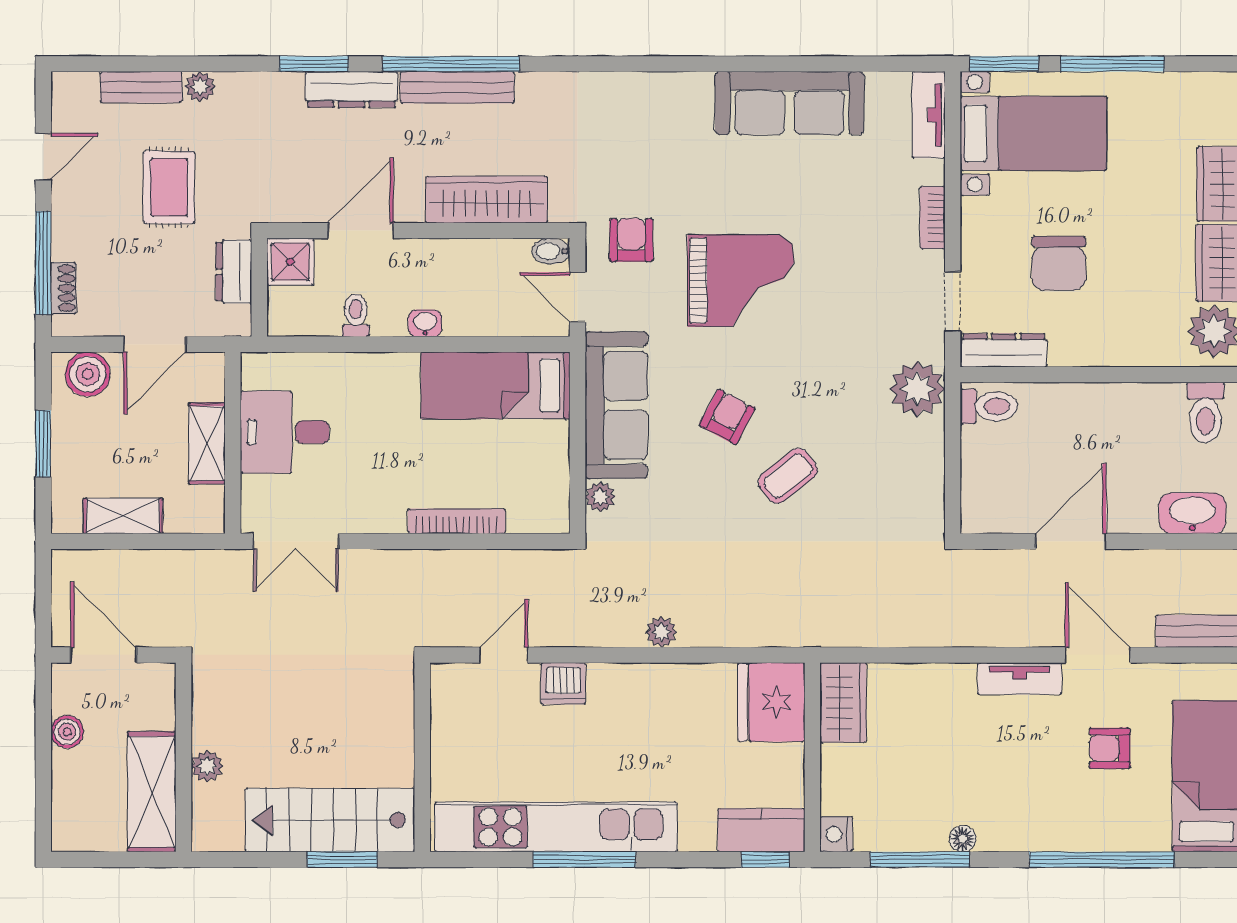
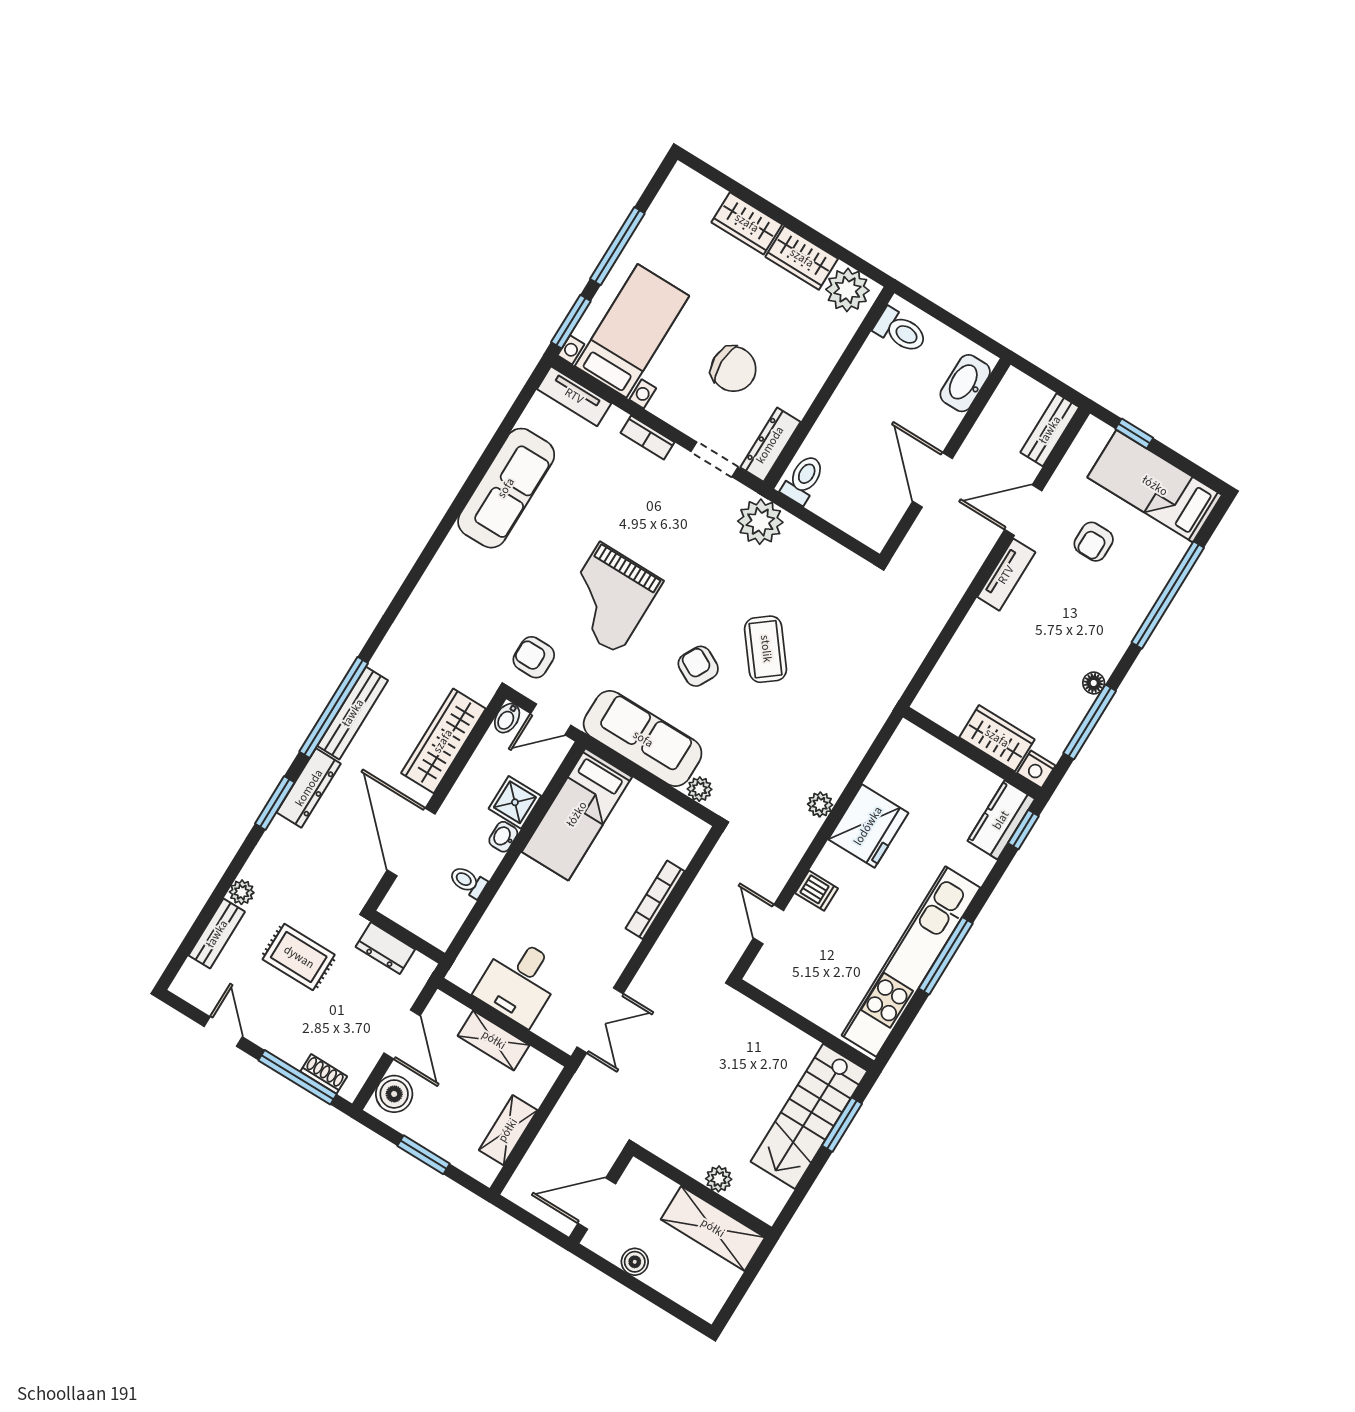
door: (361, 231) -> (411, 842), width x1.36
shower: (290, 262) -> (515, 802), moved
grand piano: (741, 281) -> (609, 598), turned 180
coffee table: (788, 476) -> (766, 649), width x1.36, depth x1.30
dishwasher: (563, 683) -> (817, 891), width x0.73
fridge: (771, 702) -> (868, 826), moved, turned -90
wardrobe: (843, 703) -> (997, 738), moved

